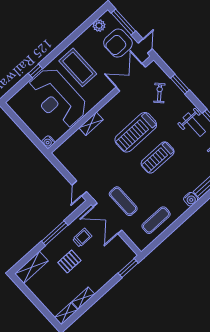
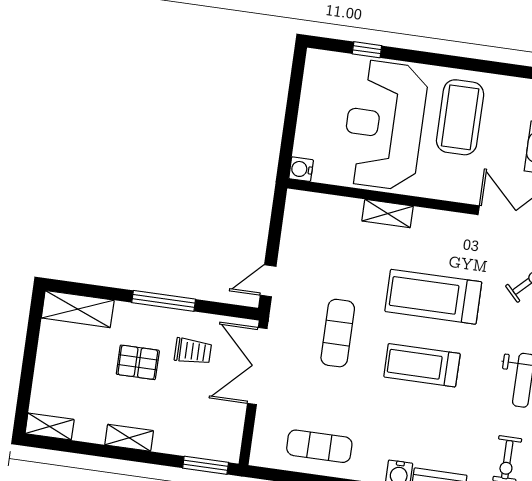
window: (35, 71) -> (367, 50), moved
exercise mat: (123, 201) -> (338, 333), moved
shelving: (83, 298) -> (129, 438), moved

